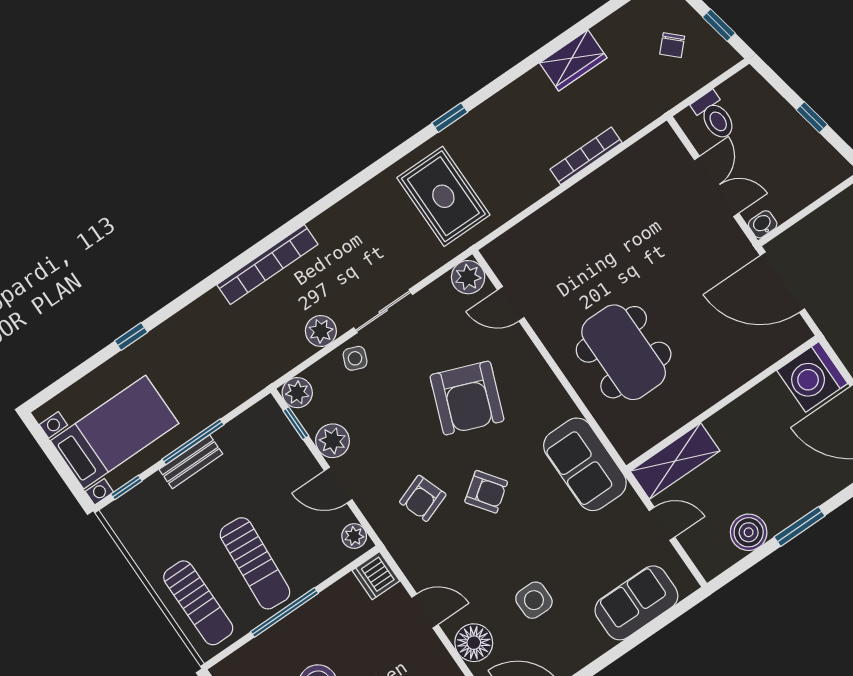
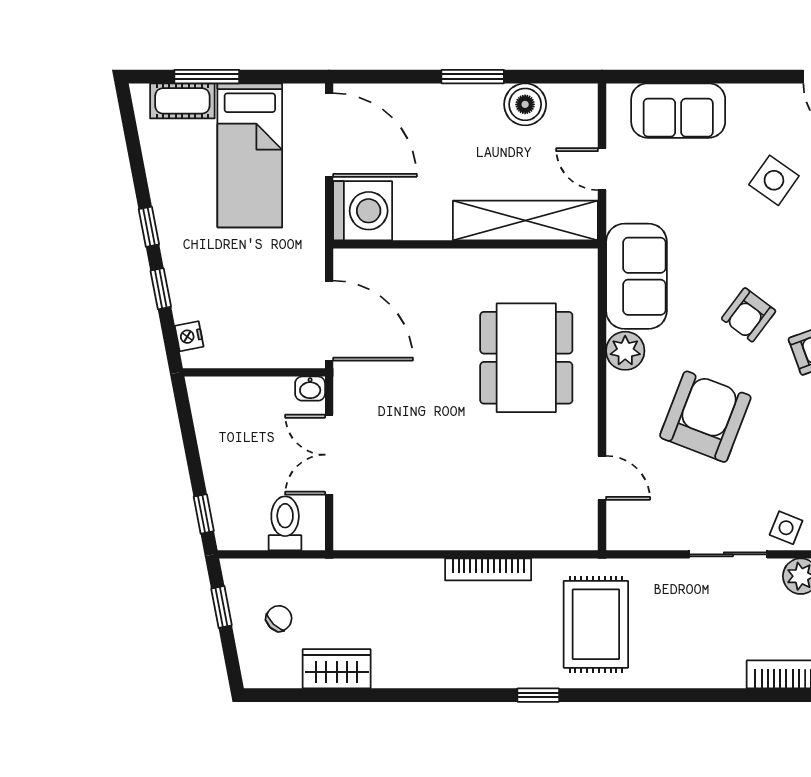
wardrobe: (573, 60) -> (337, 669), moved
window: (812, 117) -> (204, 514), moved
bookcase: (586, 156) -> (488, 569), moved
plant: (468, 277) -> (625, 351), moved
shelving: (675, 461) -> (525, 221), width x1.47
armchair: (486, 492) -> (749, 315), turned -107
side table: (534, 600) -> (774, 180), turned 35

